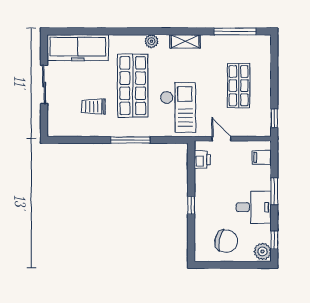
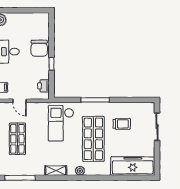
sliding door: (44, 85) -> (157, 127), moved
door: (221, 139) -> (20, 101), moved
window: (191, 205) -> (51, 64), moved
chair: (226, 241) -> (39, 48), moved, turned -102

